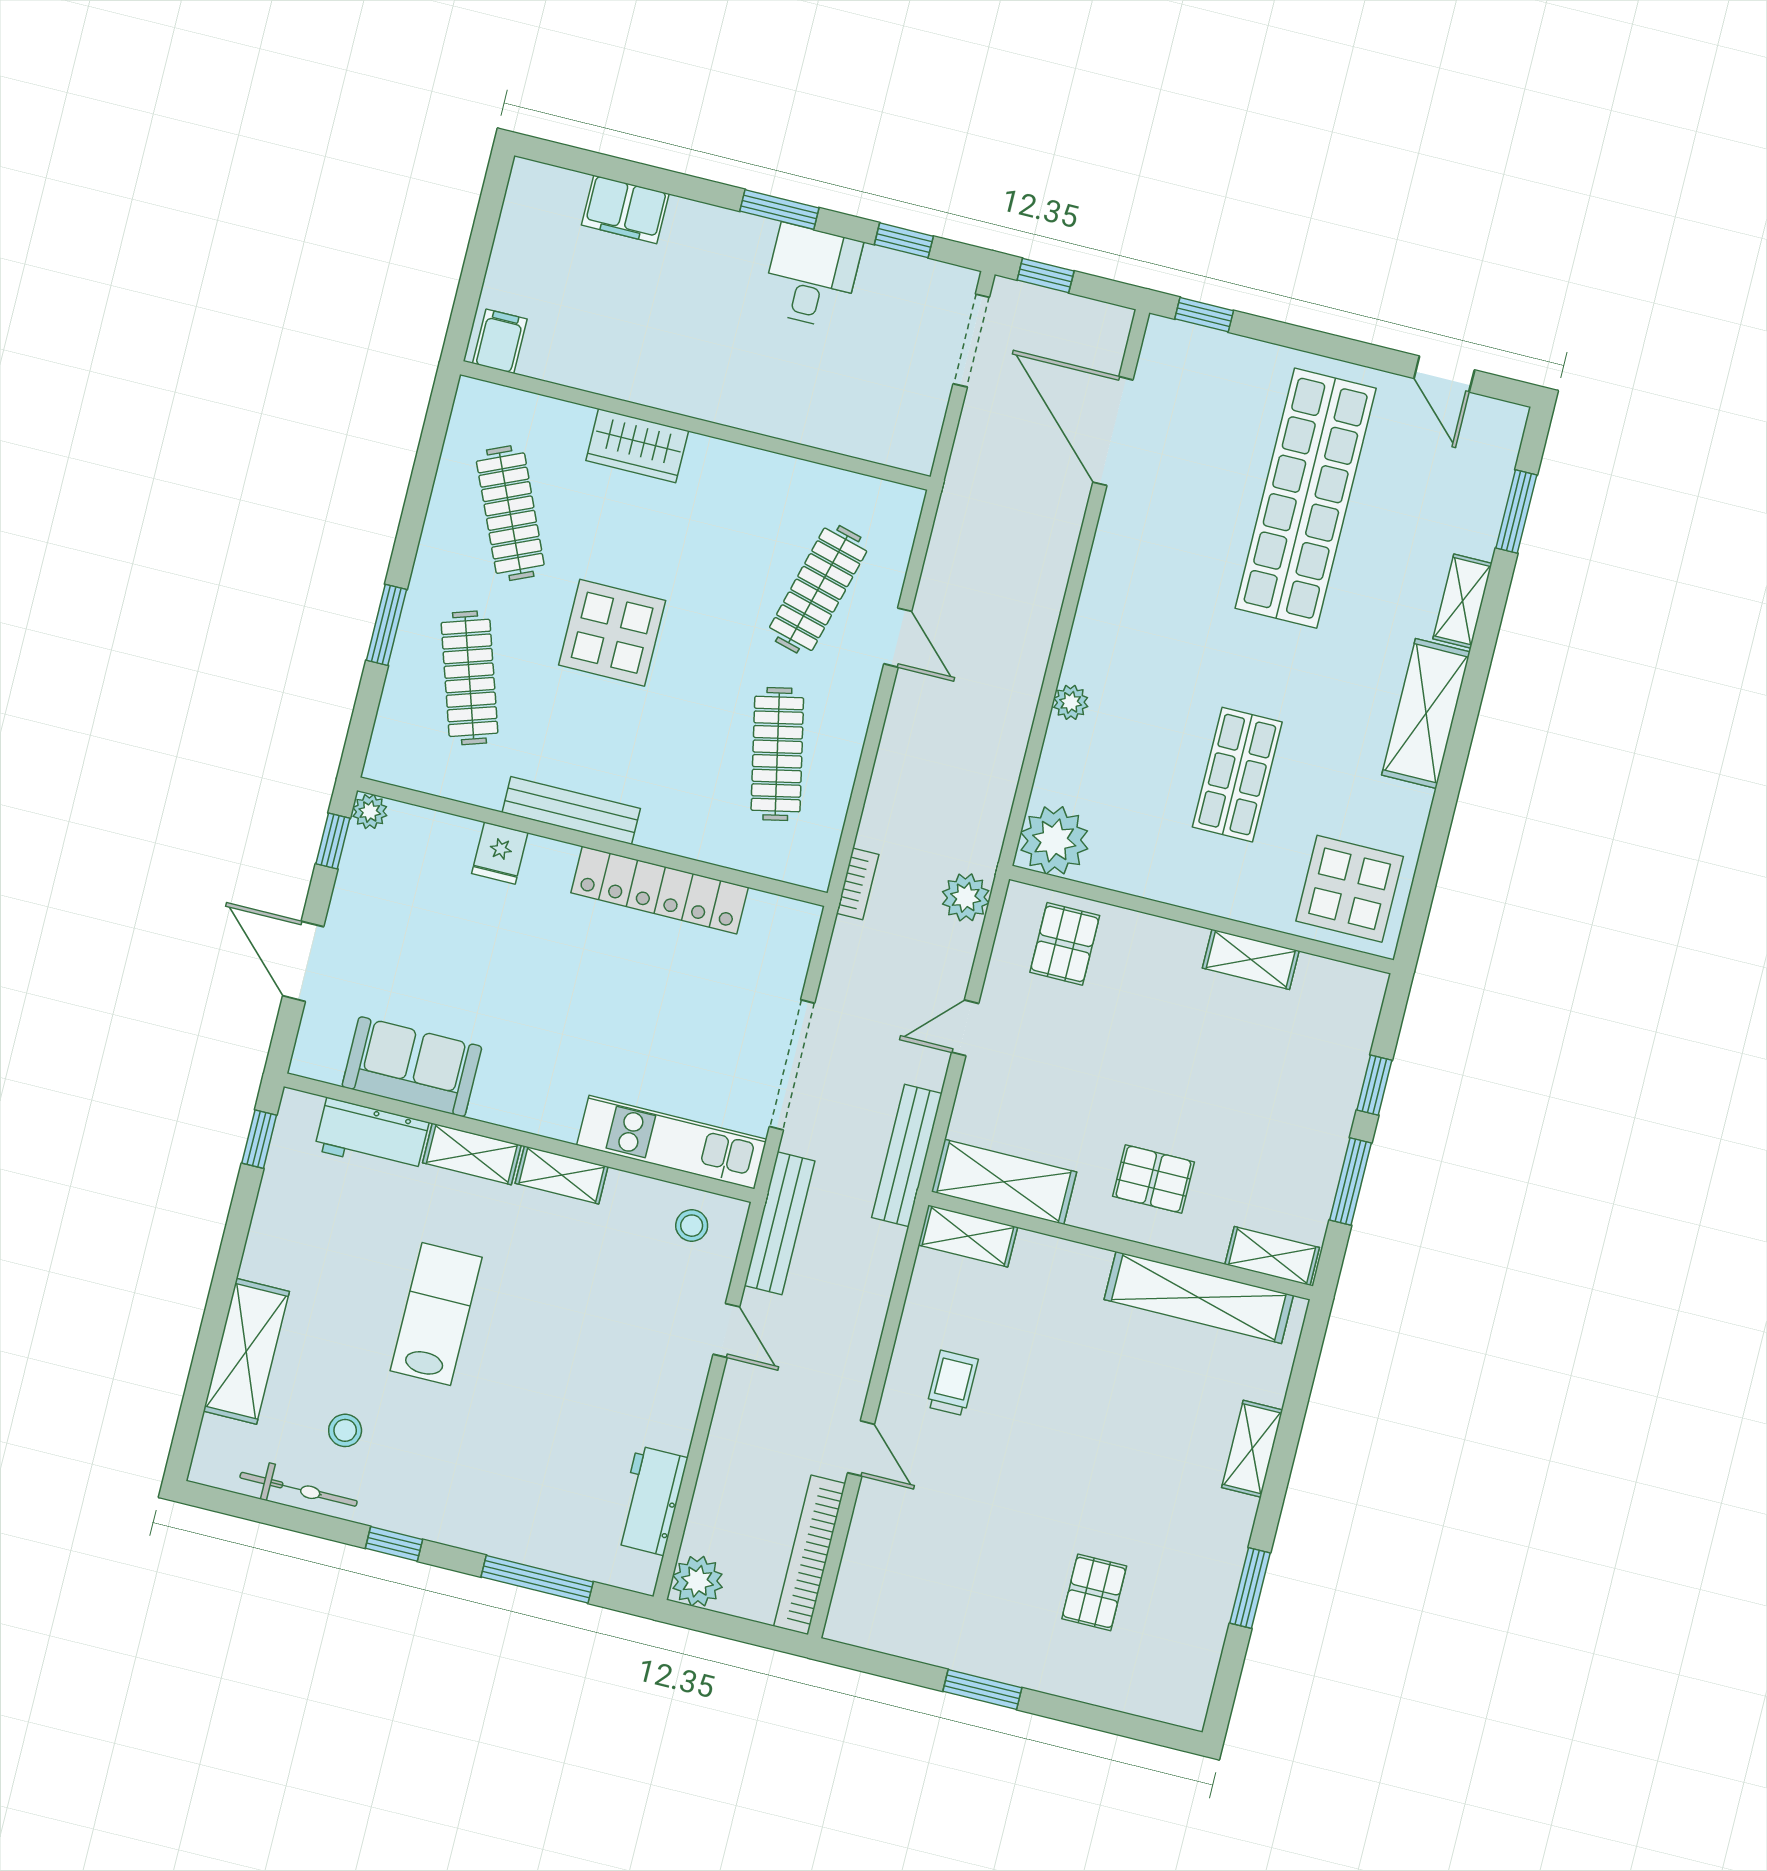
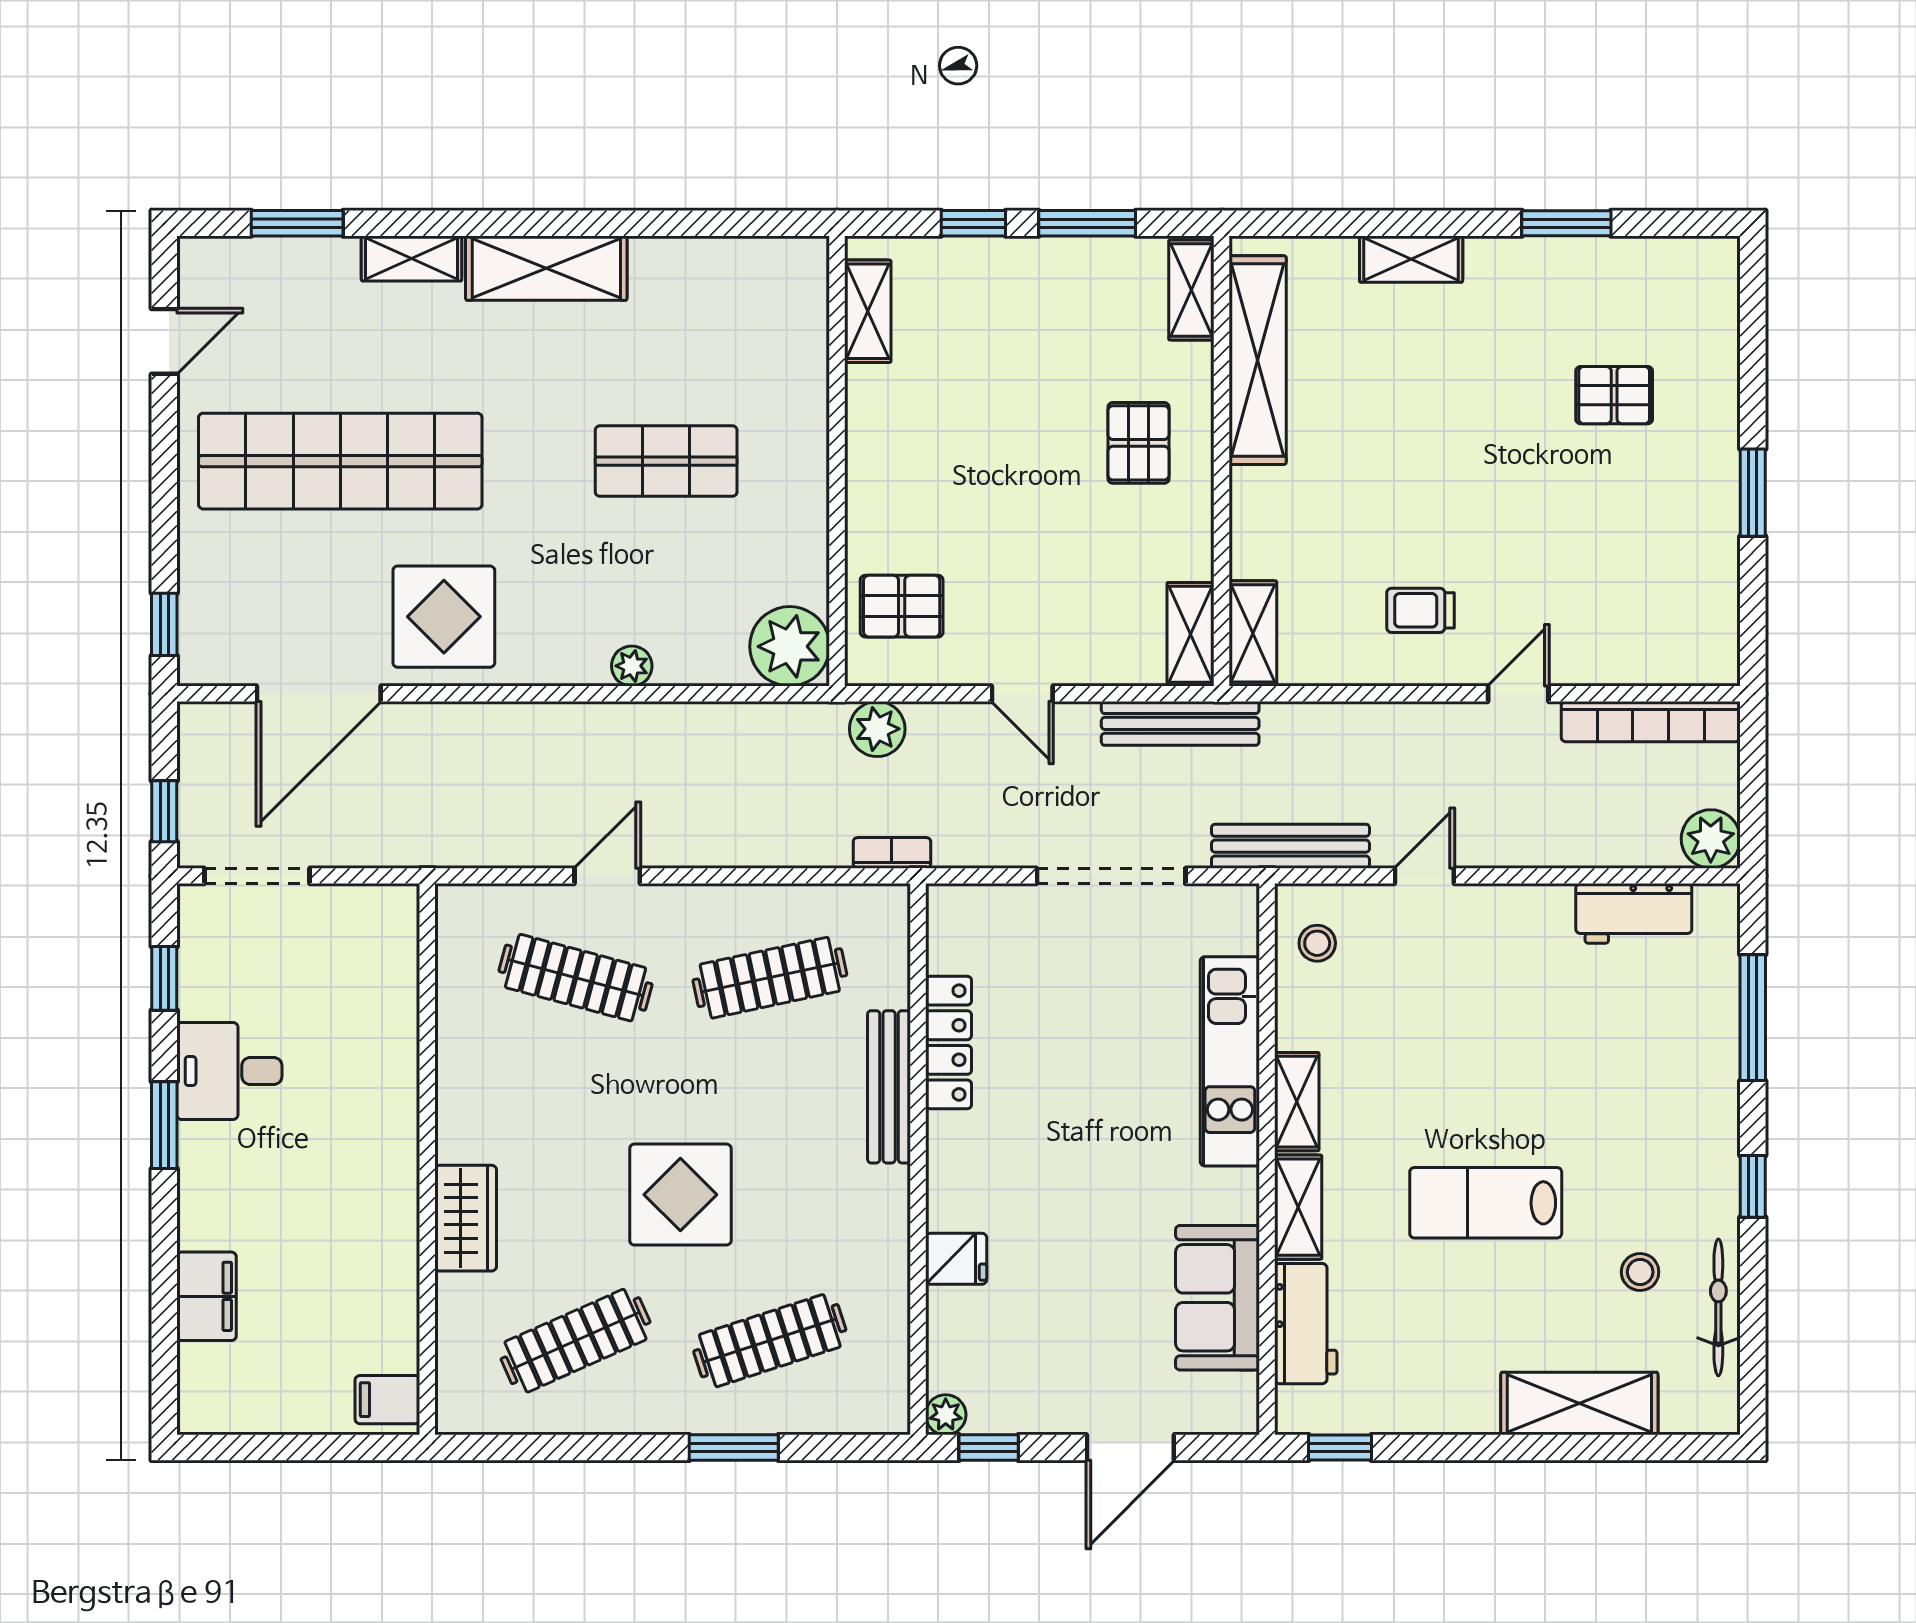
bench: (571, 810) -> (889, 1087), moved
display table: (1350, 889) -> (444, 617), moved
locker: (660, 890) -> (948, 1043), width x0.71, depth x0.83
shelving: (1251, 959) -> (868, 311), moved
kitchen unit: (672, 1142) -> (1230, 1061), moved
shelving: (1004, 1182) -> (1191, 634), width x0.67, depth x0.75

